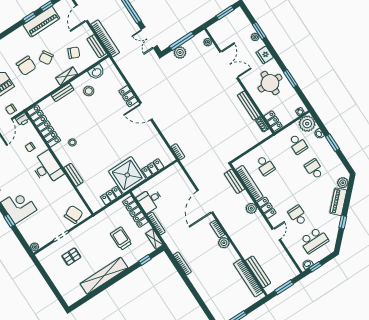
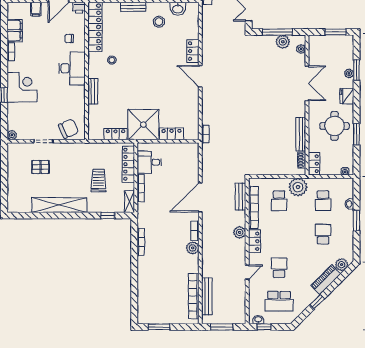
plant: (180, 53) -> (283, 42), moved
plant: (307, 124) -> (298, 187), moved

